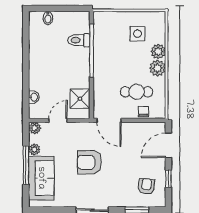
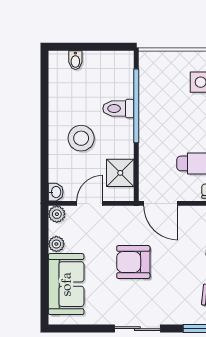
toilet: (79, 40) -> (118, 109), moved
stool: (52, 74) -> (81, 138), added
washbasin: (34, 97) -> (56, 192), moved
window: (26, 165) -> (44, 266), removed

